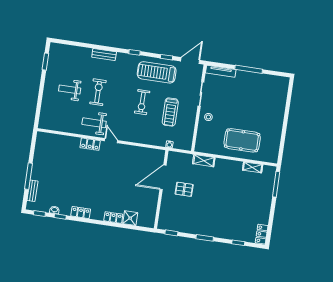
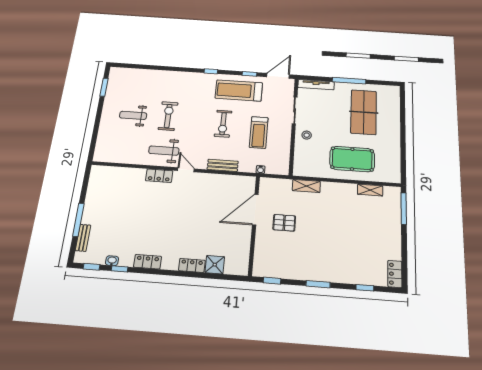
bench: (104, 55) -> (223, 165), moved
table tennis table: (257, 100) -> (364, 112), added

